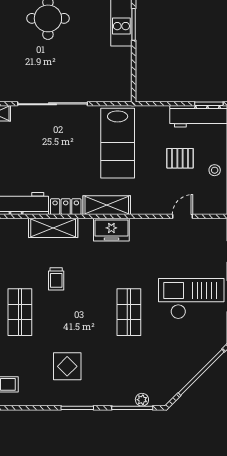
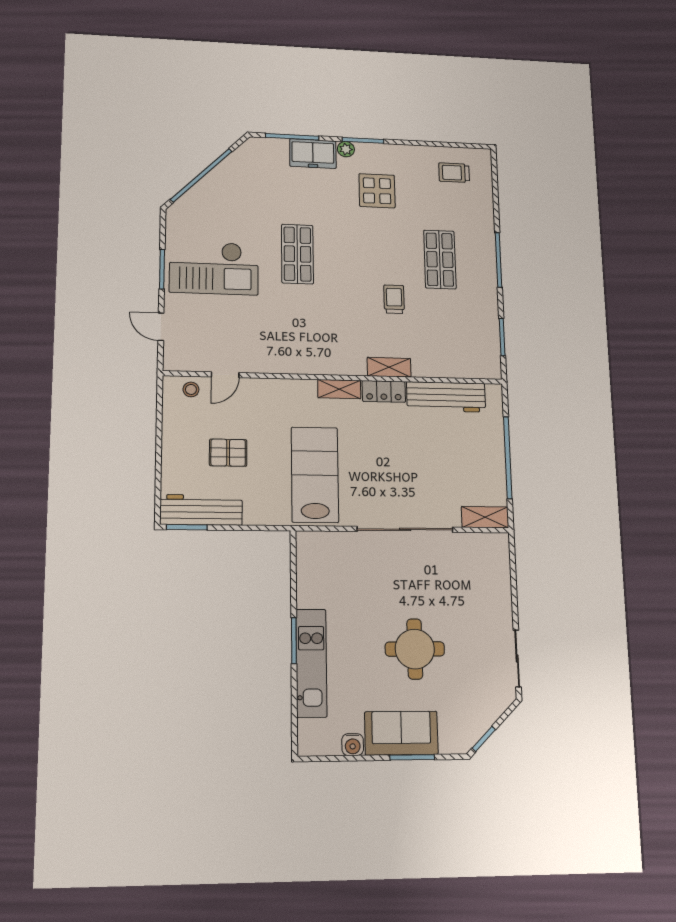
stool: (215, 170) -> (191, 389), moved
shelving: (107, 205) -> (339, 389), width x0.67, depth x0.75
shelving: (53, 228) -> (389, 367), width x0.67, depth x0.75
freezer: (111, 230) -> (313, 154), moved, turned 180
plant: (142, 400) -> (346, 149), moved

